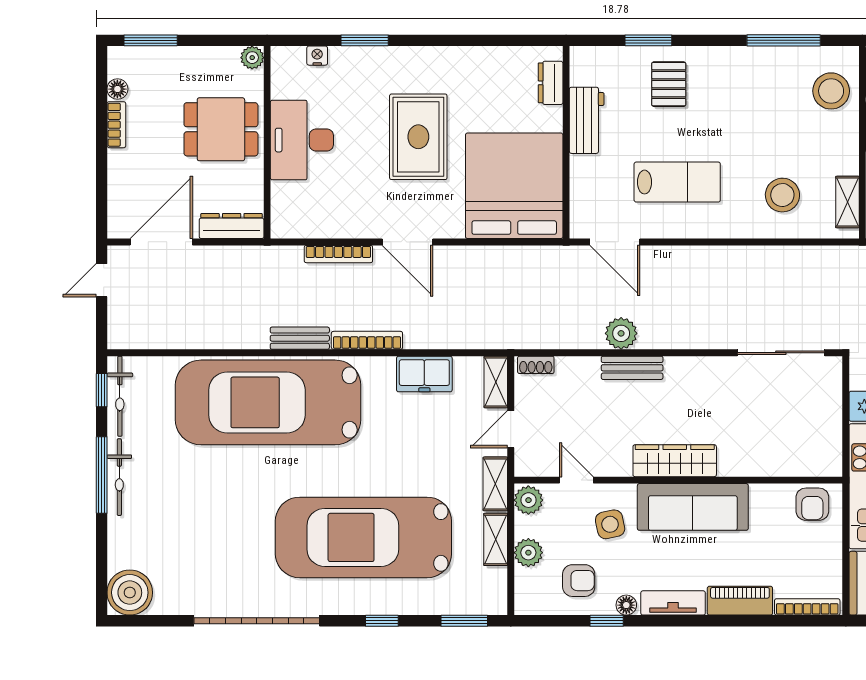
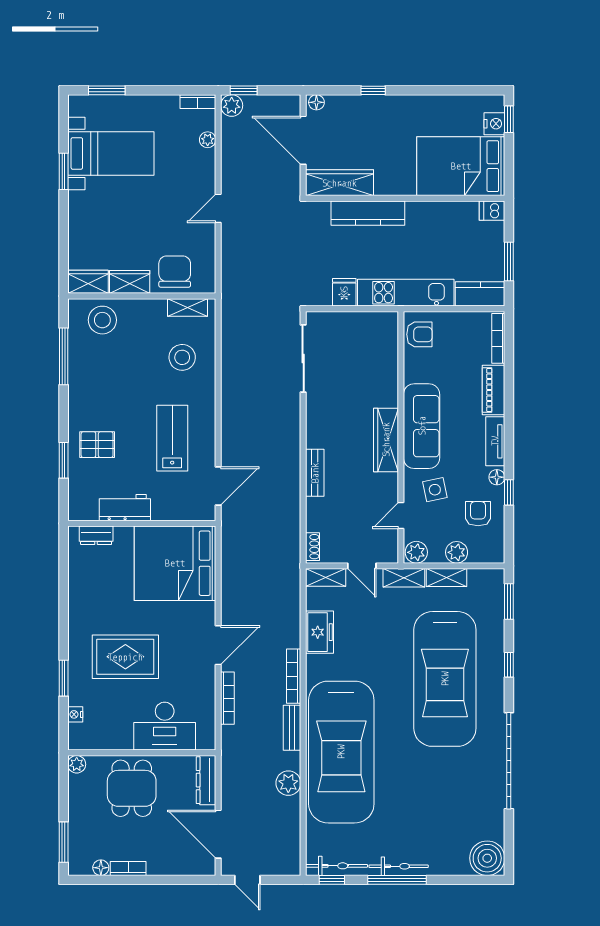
rug: (418, 137) -> (125, 657), moved
desk: (302, 140) -> (165, 726), moved
plant: (621, 333) -> (288, 783), moved

